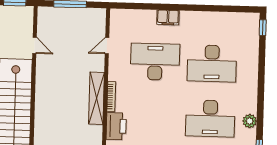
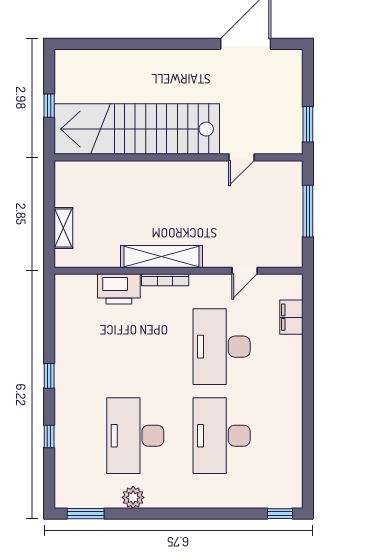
filing cabinet: (168, 17) -> (291, 317), moved
door: (107, 46) -> (245, 271), swing flipped
desk: (155, 62) -> (222, 347), turned 180

